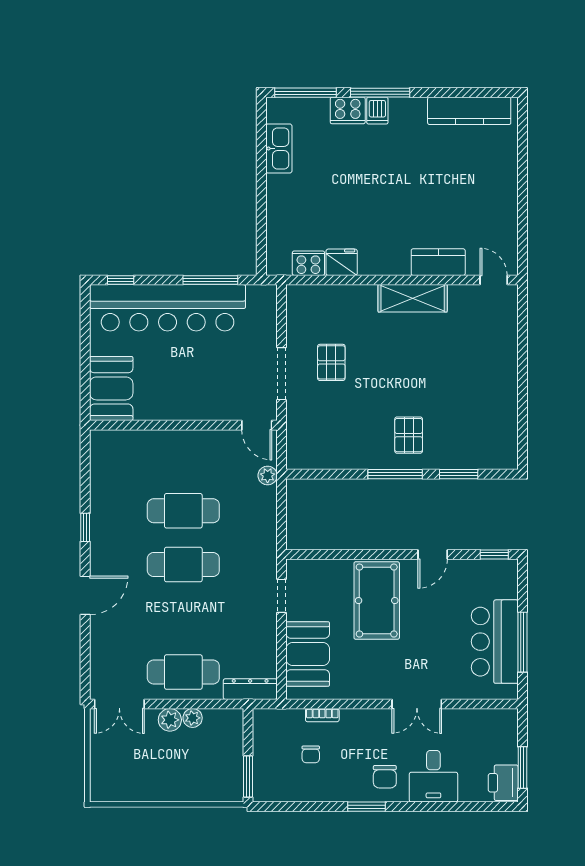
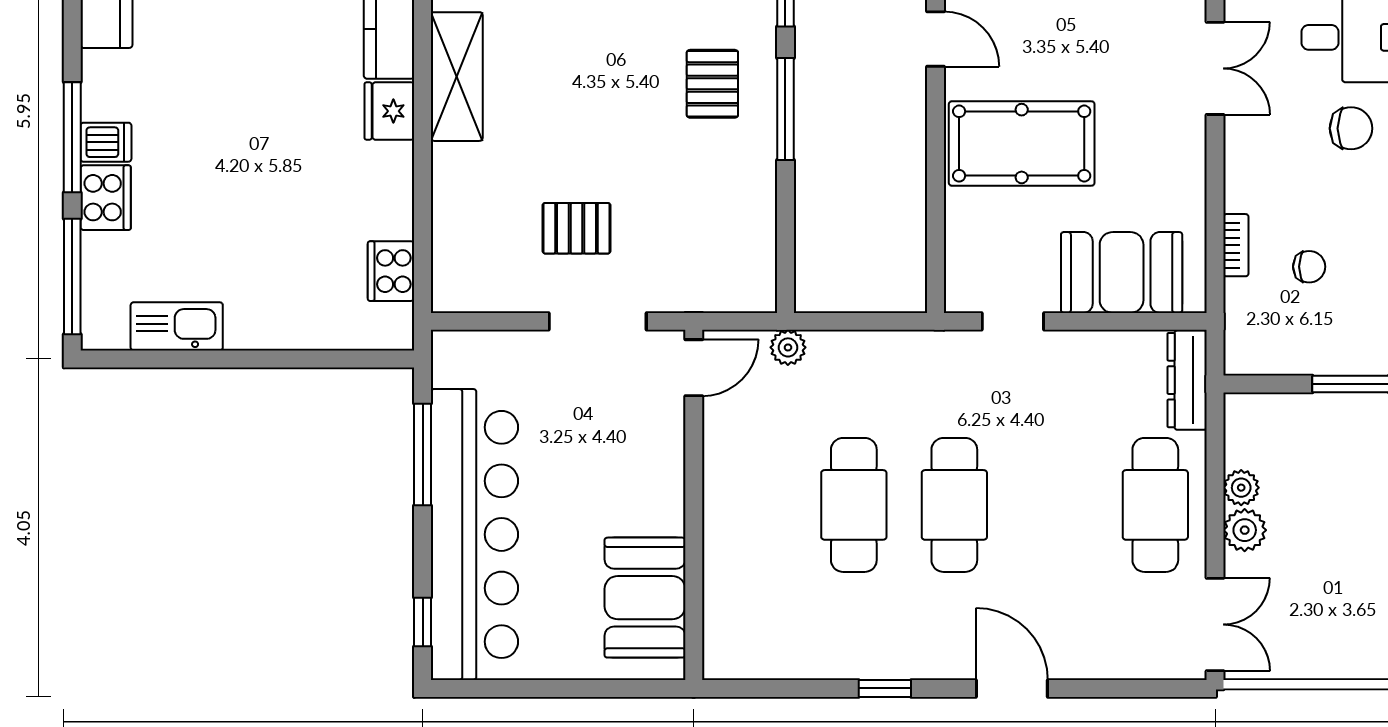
fridge: (342, 262) -> (389, 111), moved
booth: (111, 388) -> (645, 598), moved, turned 90
pallet: (409, 435) -> (712, 84), turned 90

